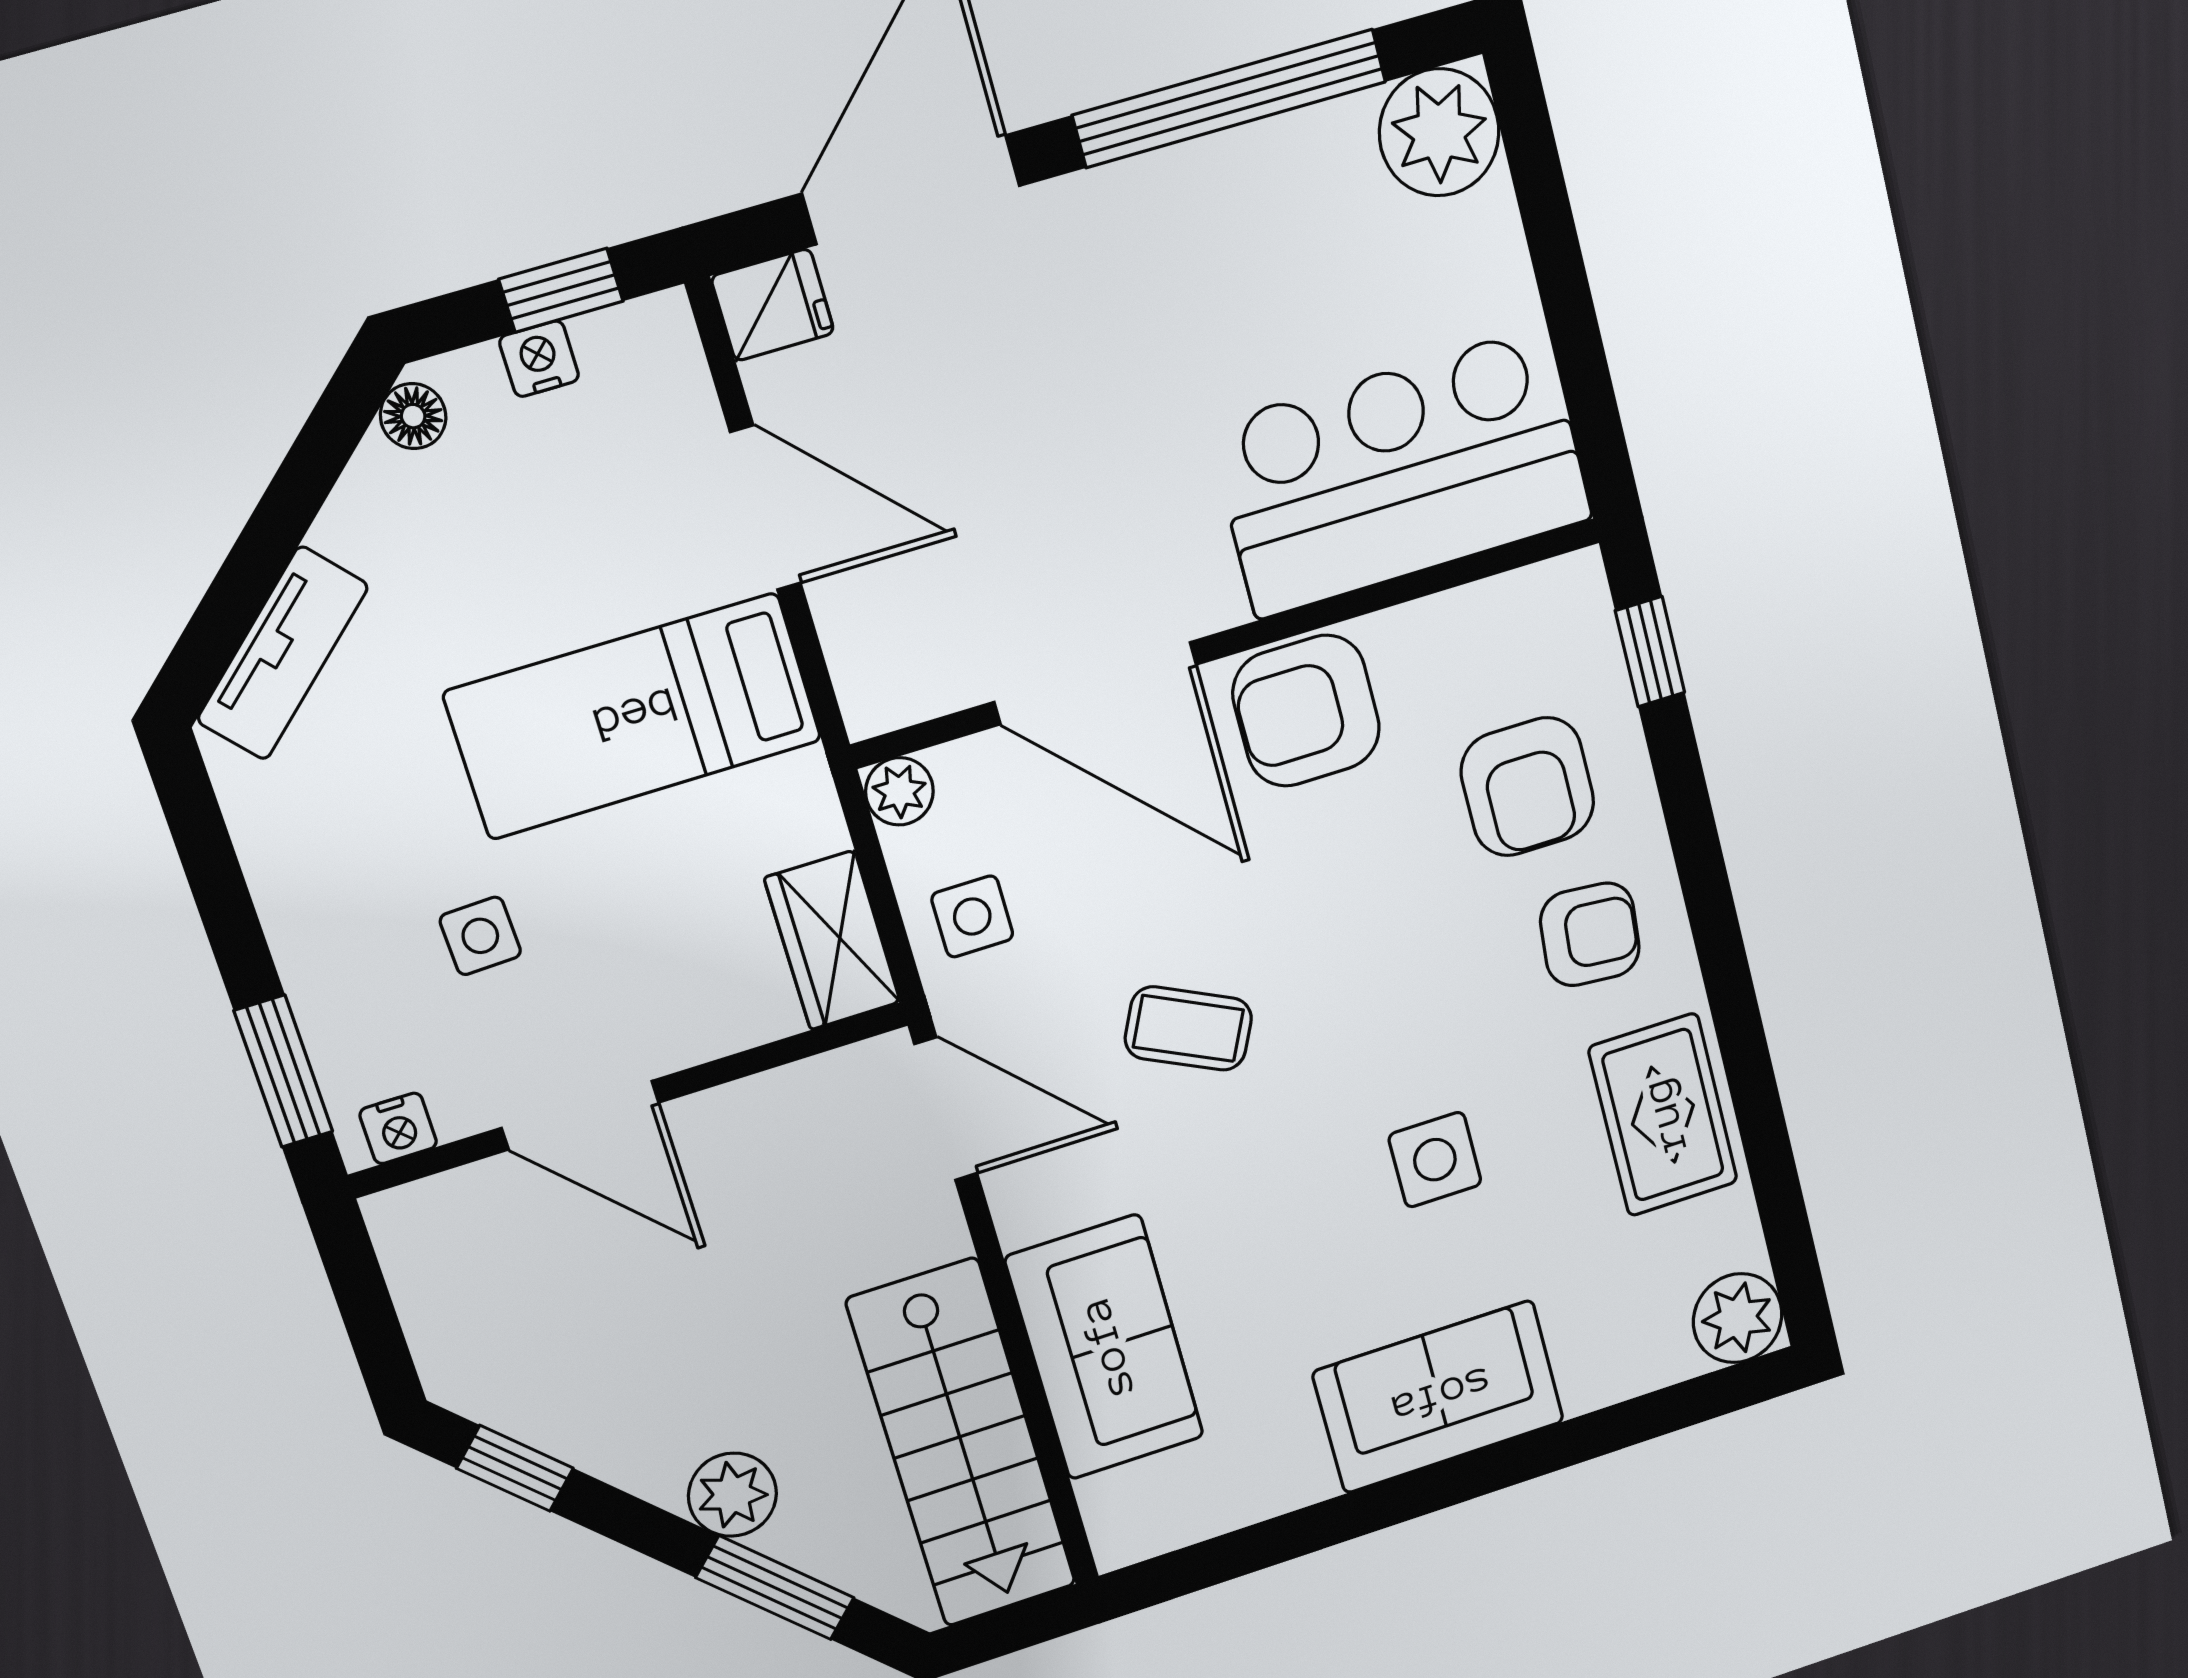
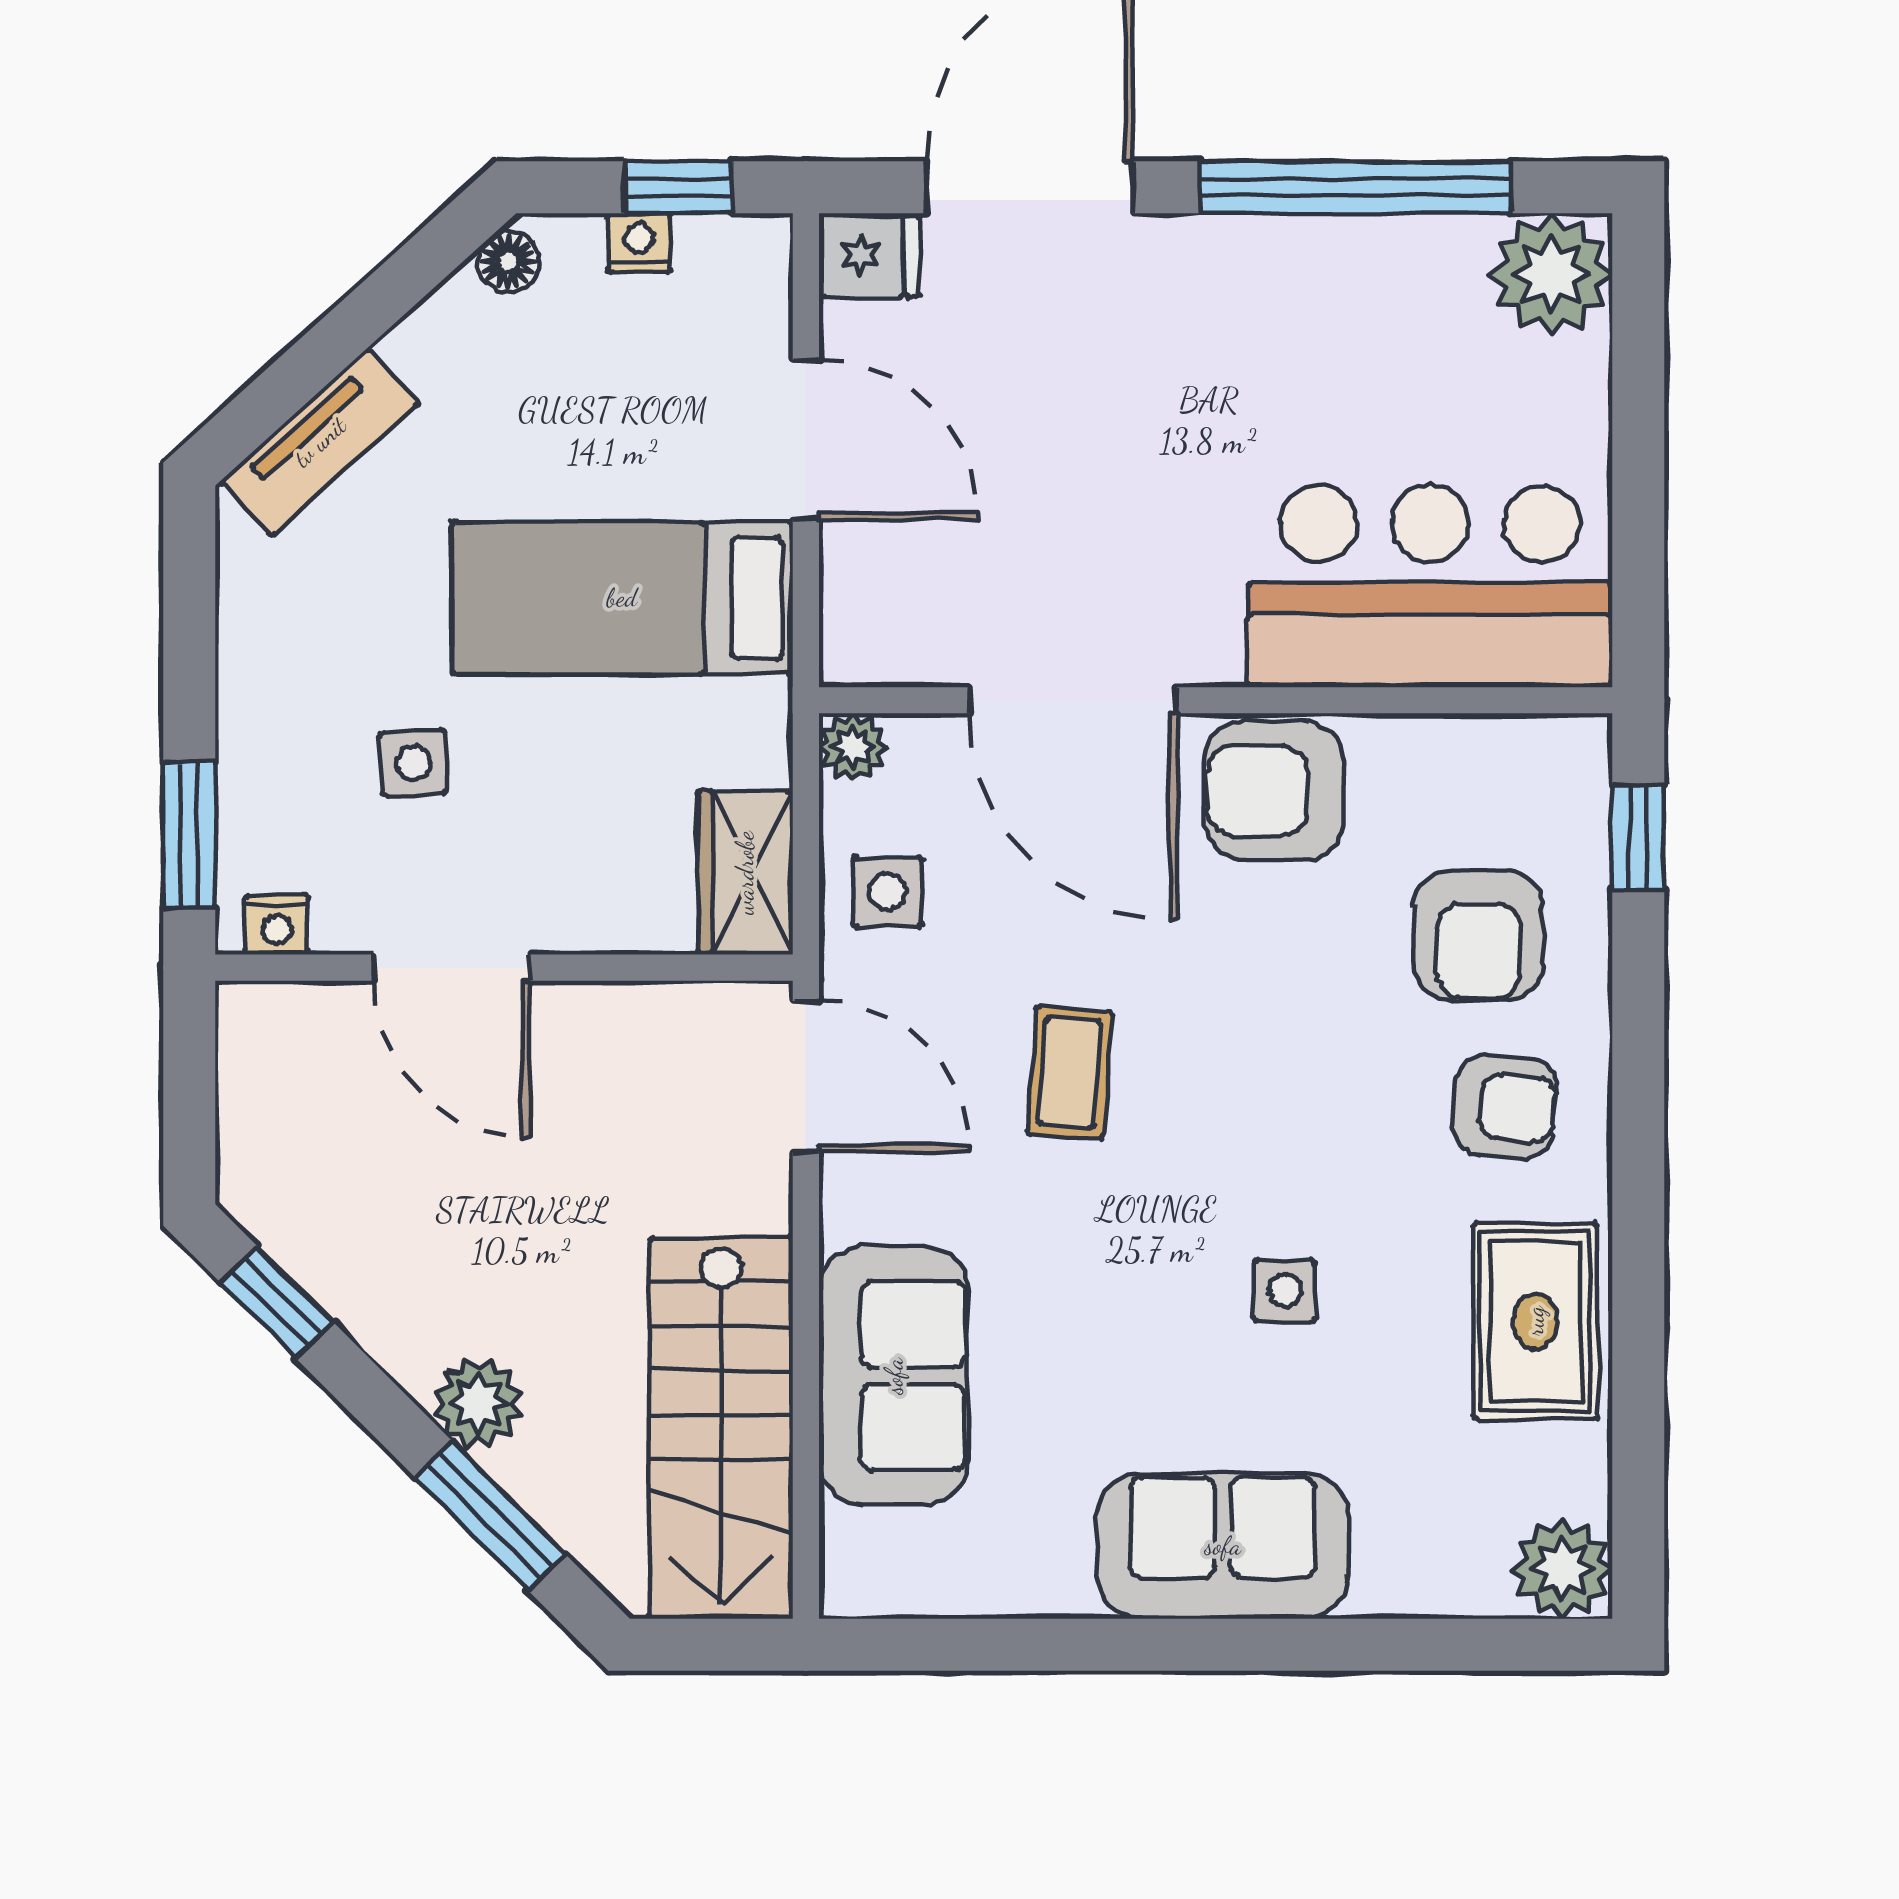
coffee table: (1188, 1028) -> (1070, 1073), turned 68
side table: (1435, 1160) -> (1285, 1291), width x0.73, depth x0.73

